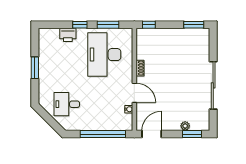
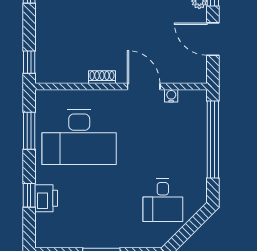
window: (80, 25) -> (29, 195), moved
door: (134, 93) -> (144, 86), hinge flipped
door: (152, 134) -> (213, 39), moved

